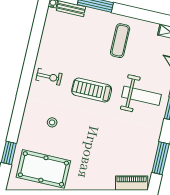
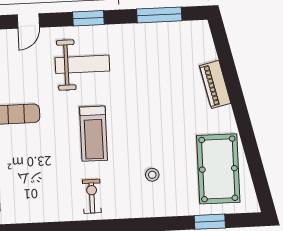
weight bench: (141, 96) -> (82, 64), turned 90
piano: (132, 183) -> (215, 84), moved

